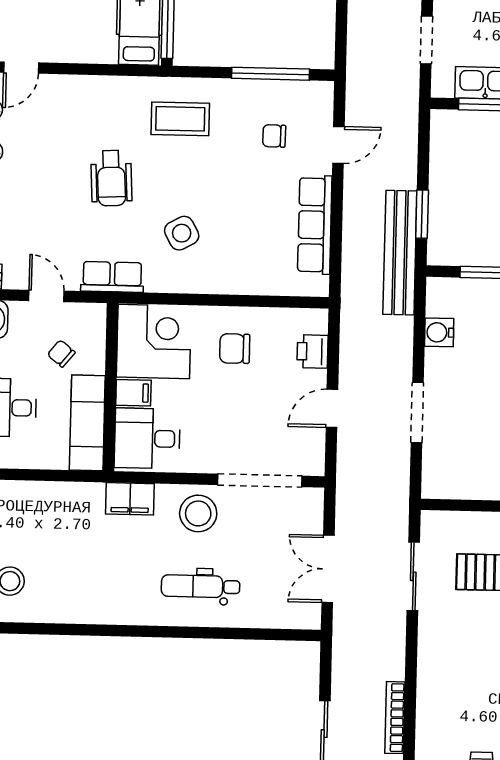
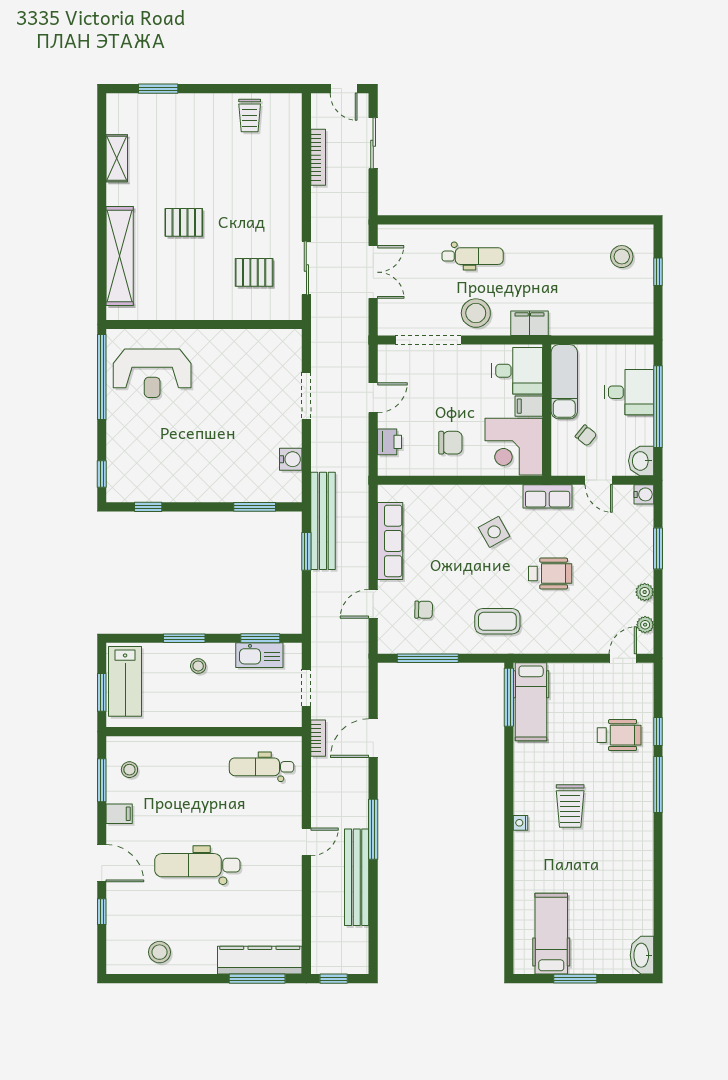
wheelchair: (111, 178) -> (550, 573), turned 93

